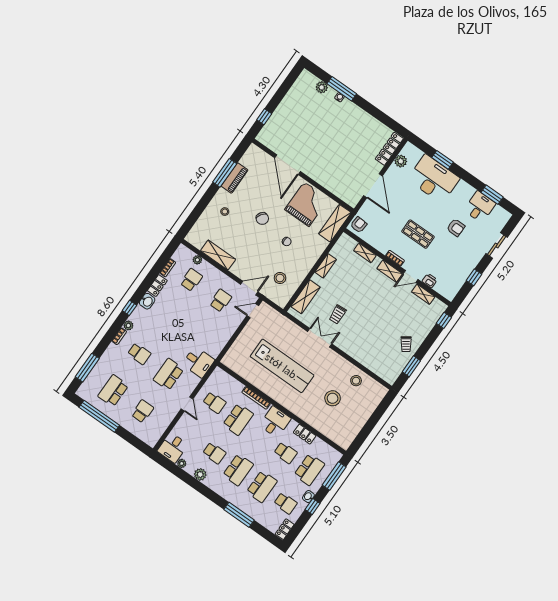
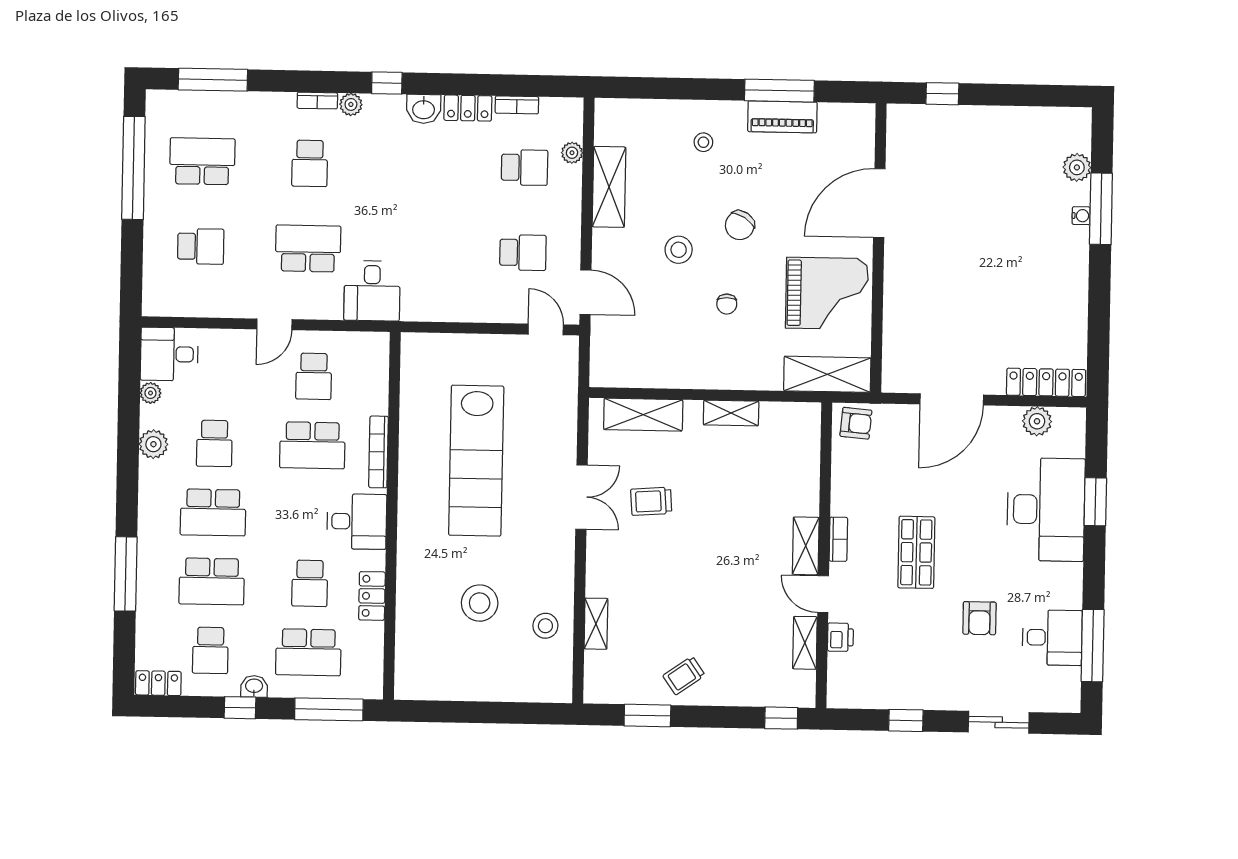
window: (492, 195) -> (1093, 646), width x1.44
shelving: (365, 253) -> (596, 624), moved
stool: (280, 278) -> (679, 250), moved

